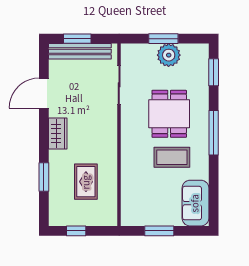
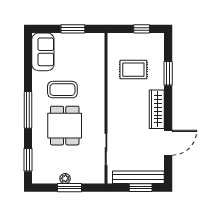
plant: (169, 55) -> (65, 178), width x0.53, depth x0.53
wardrobe: (58, 133) -> (157, 109), width x1.50
rug: (86, 182) -> (133, 70), turned 90

